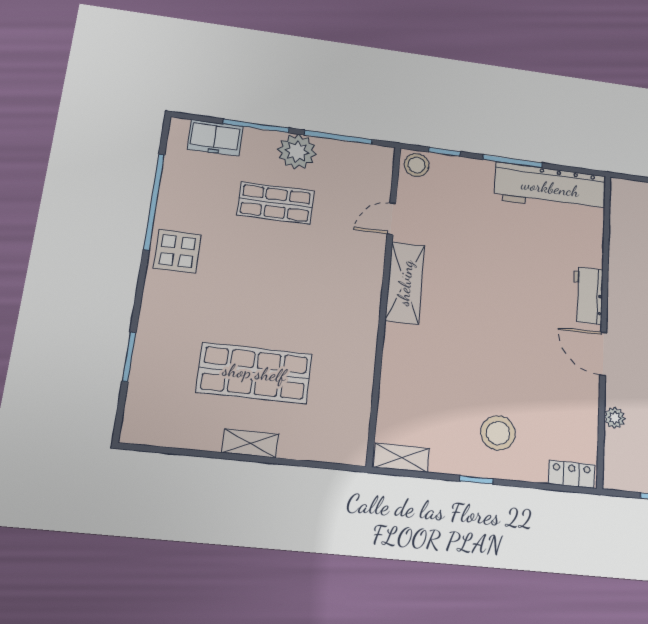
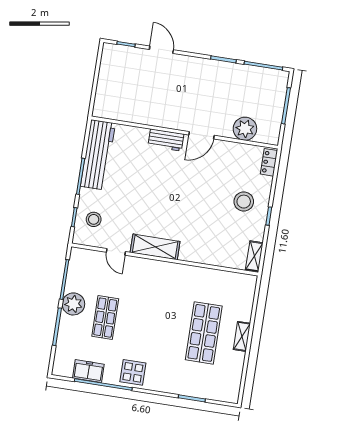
freezer: (215, 138) -> (88, 371), moved, turned -90
stool: (417, 165) -> (94, 219), moved
plant: (615, 418) -> (245, 129), width x1.88, depth x1.88

